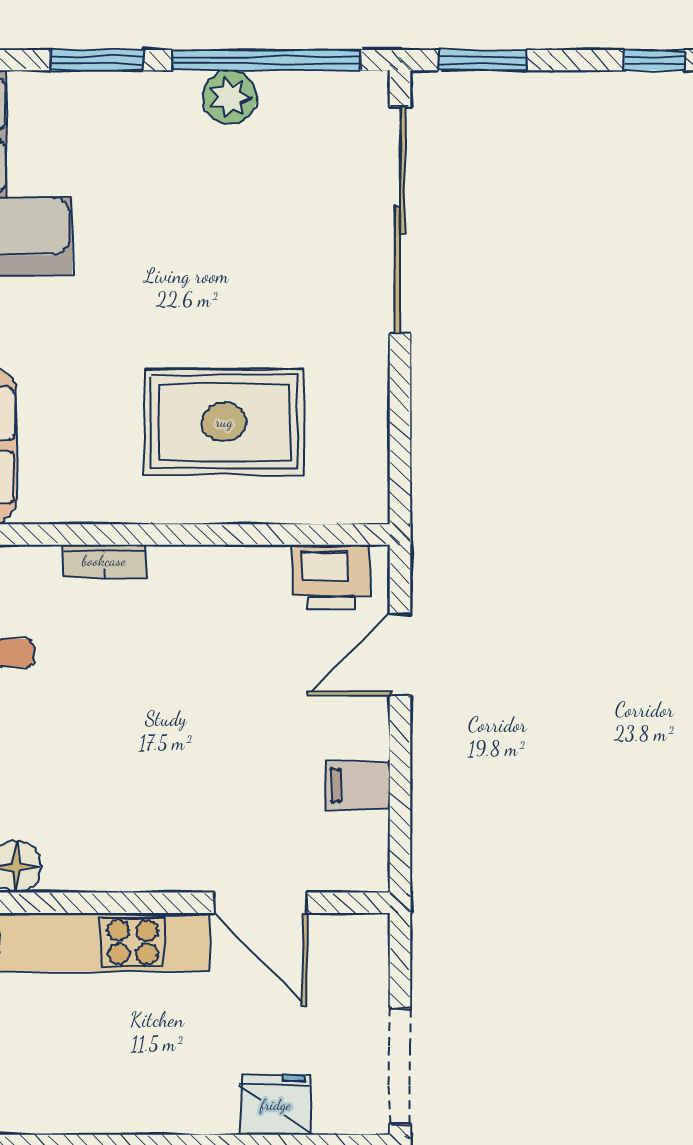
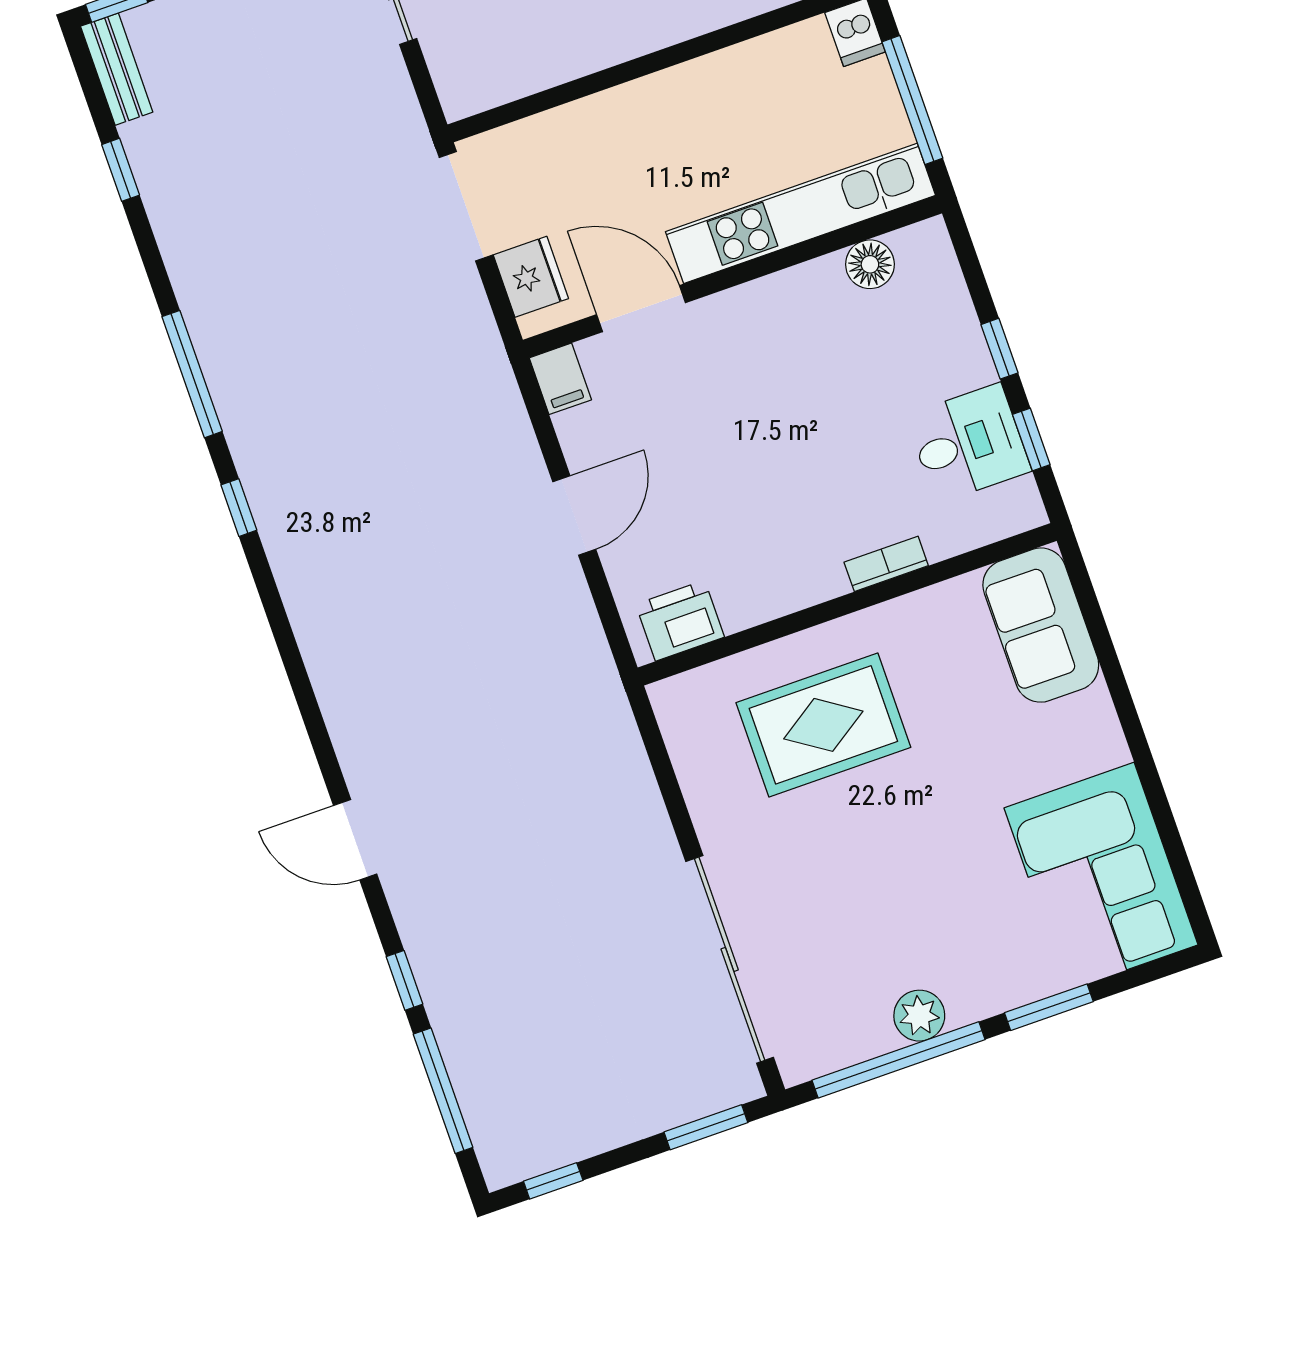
door: (400, 654) -> (574, 516), moved
filing cabinet: (358, 785) -> (560, 379), moved, turned 90
fridge: (276, 1105) -> (531, 277), moved, turned -90

